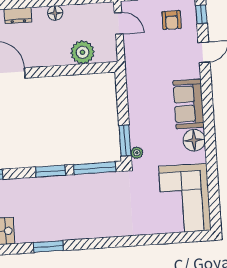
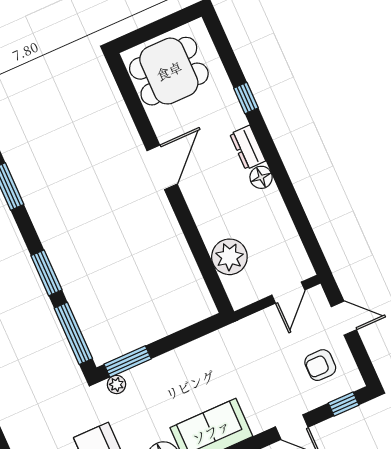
floor lamp: (55, 13) -> (261, 177), moved

